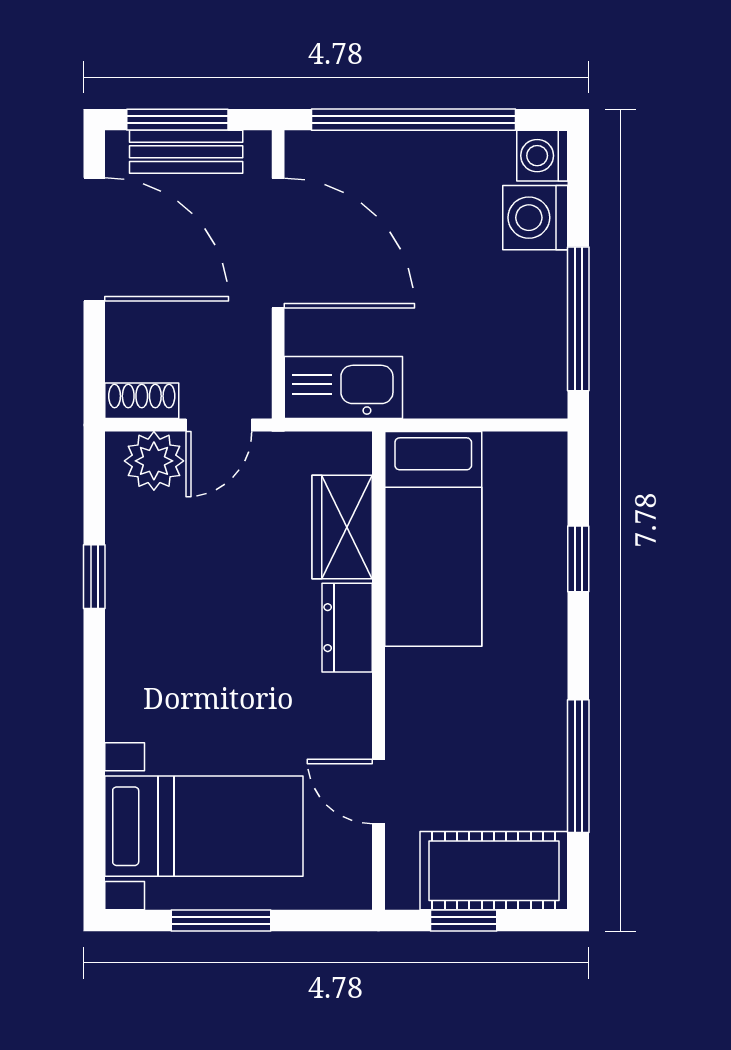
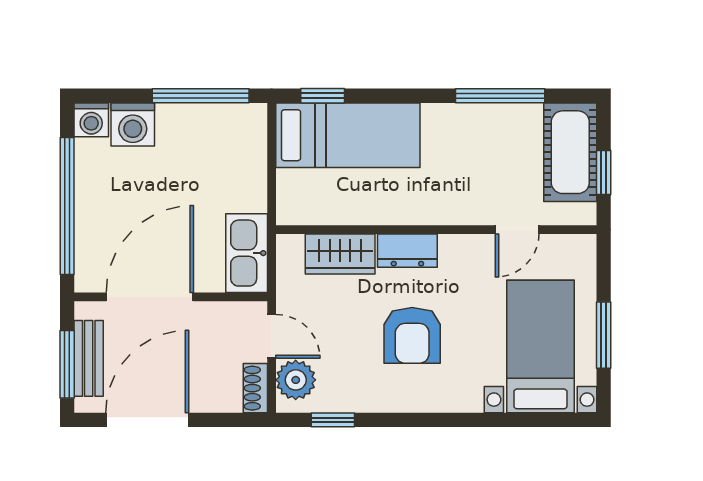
bed: (433, 539) -> (348, 135), moved
window: (578, 559) -> (323, 96), moved
window: (94, 577) -> (333, 420), moved
armchair: (220, 635) -> (412, 335), added

